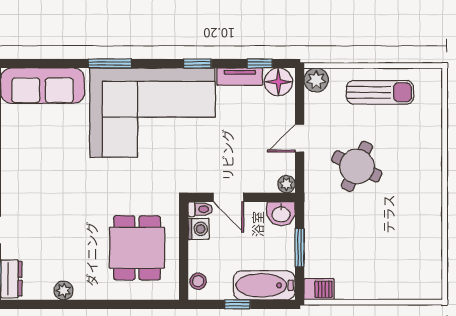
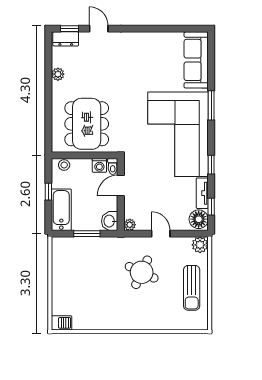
dining table: (137, 248) -> (87, 124), width x1.38
barbecue: (319, 289) -> (62, 323), moved, turned -90

